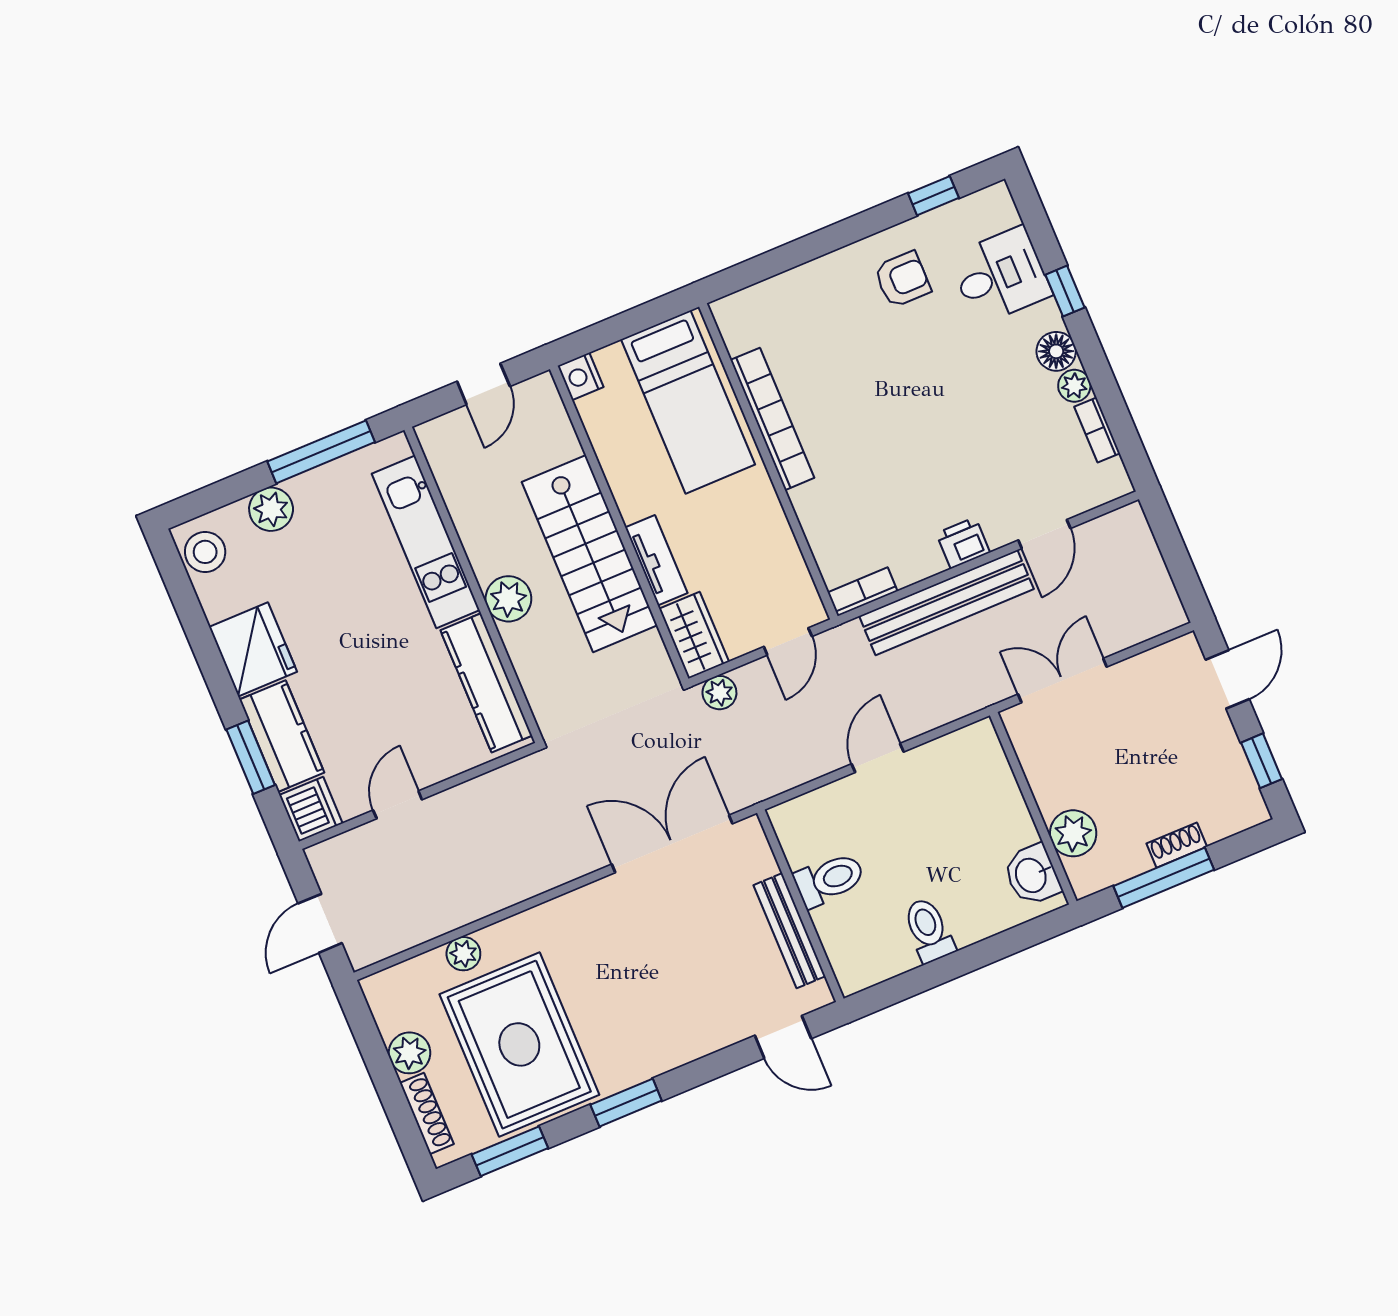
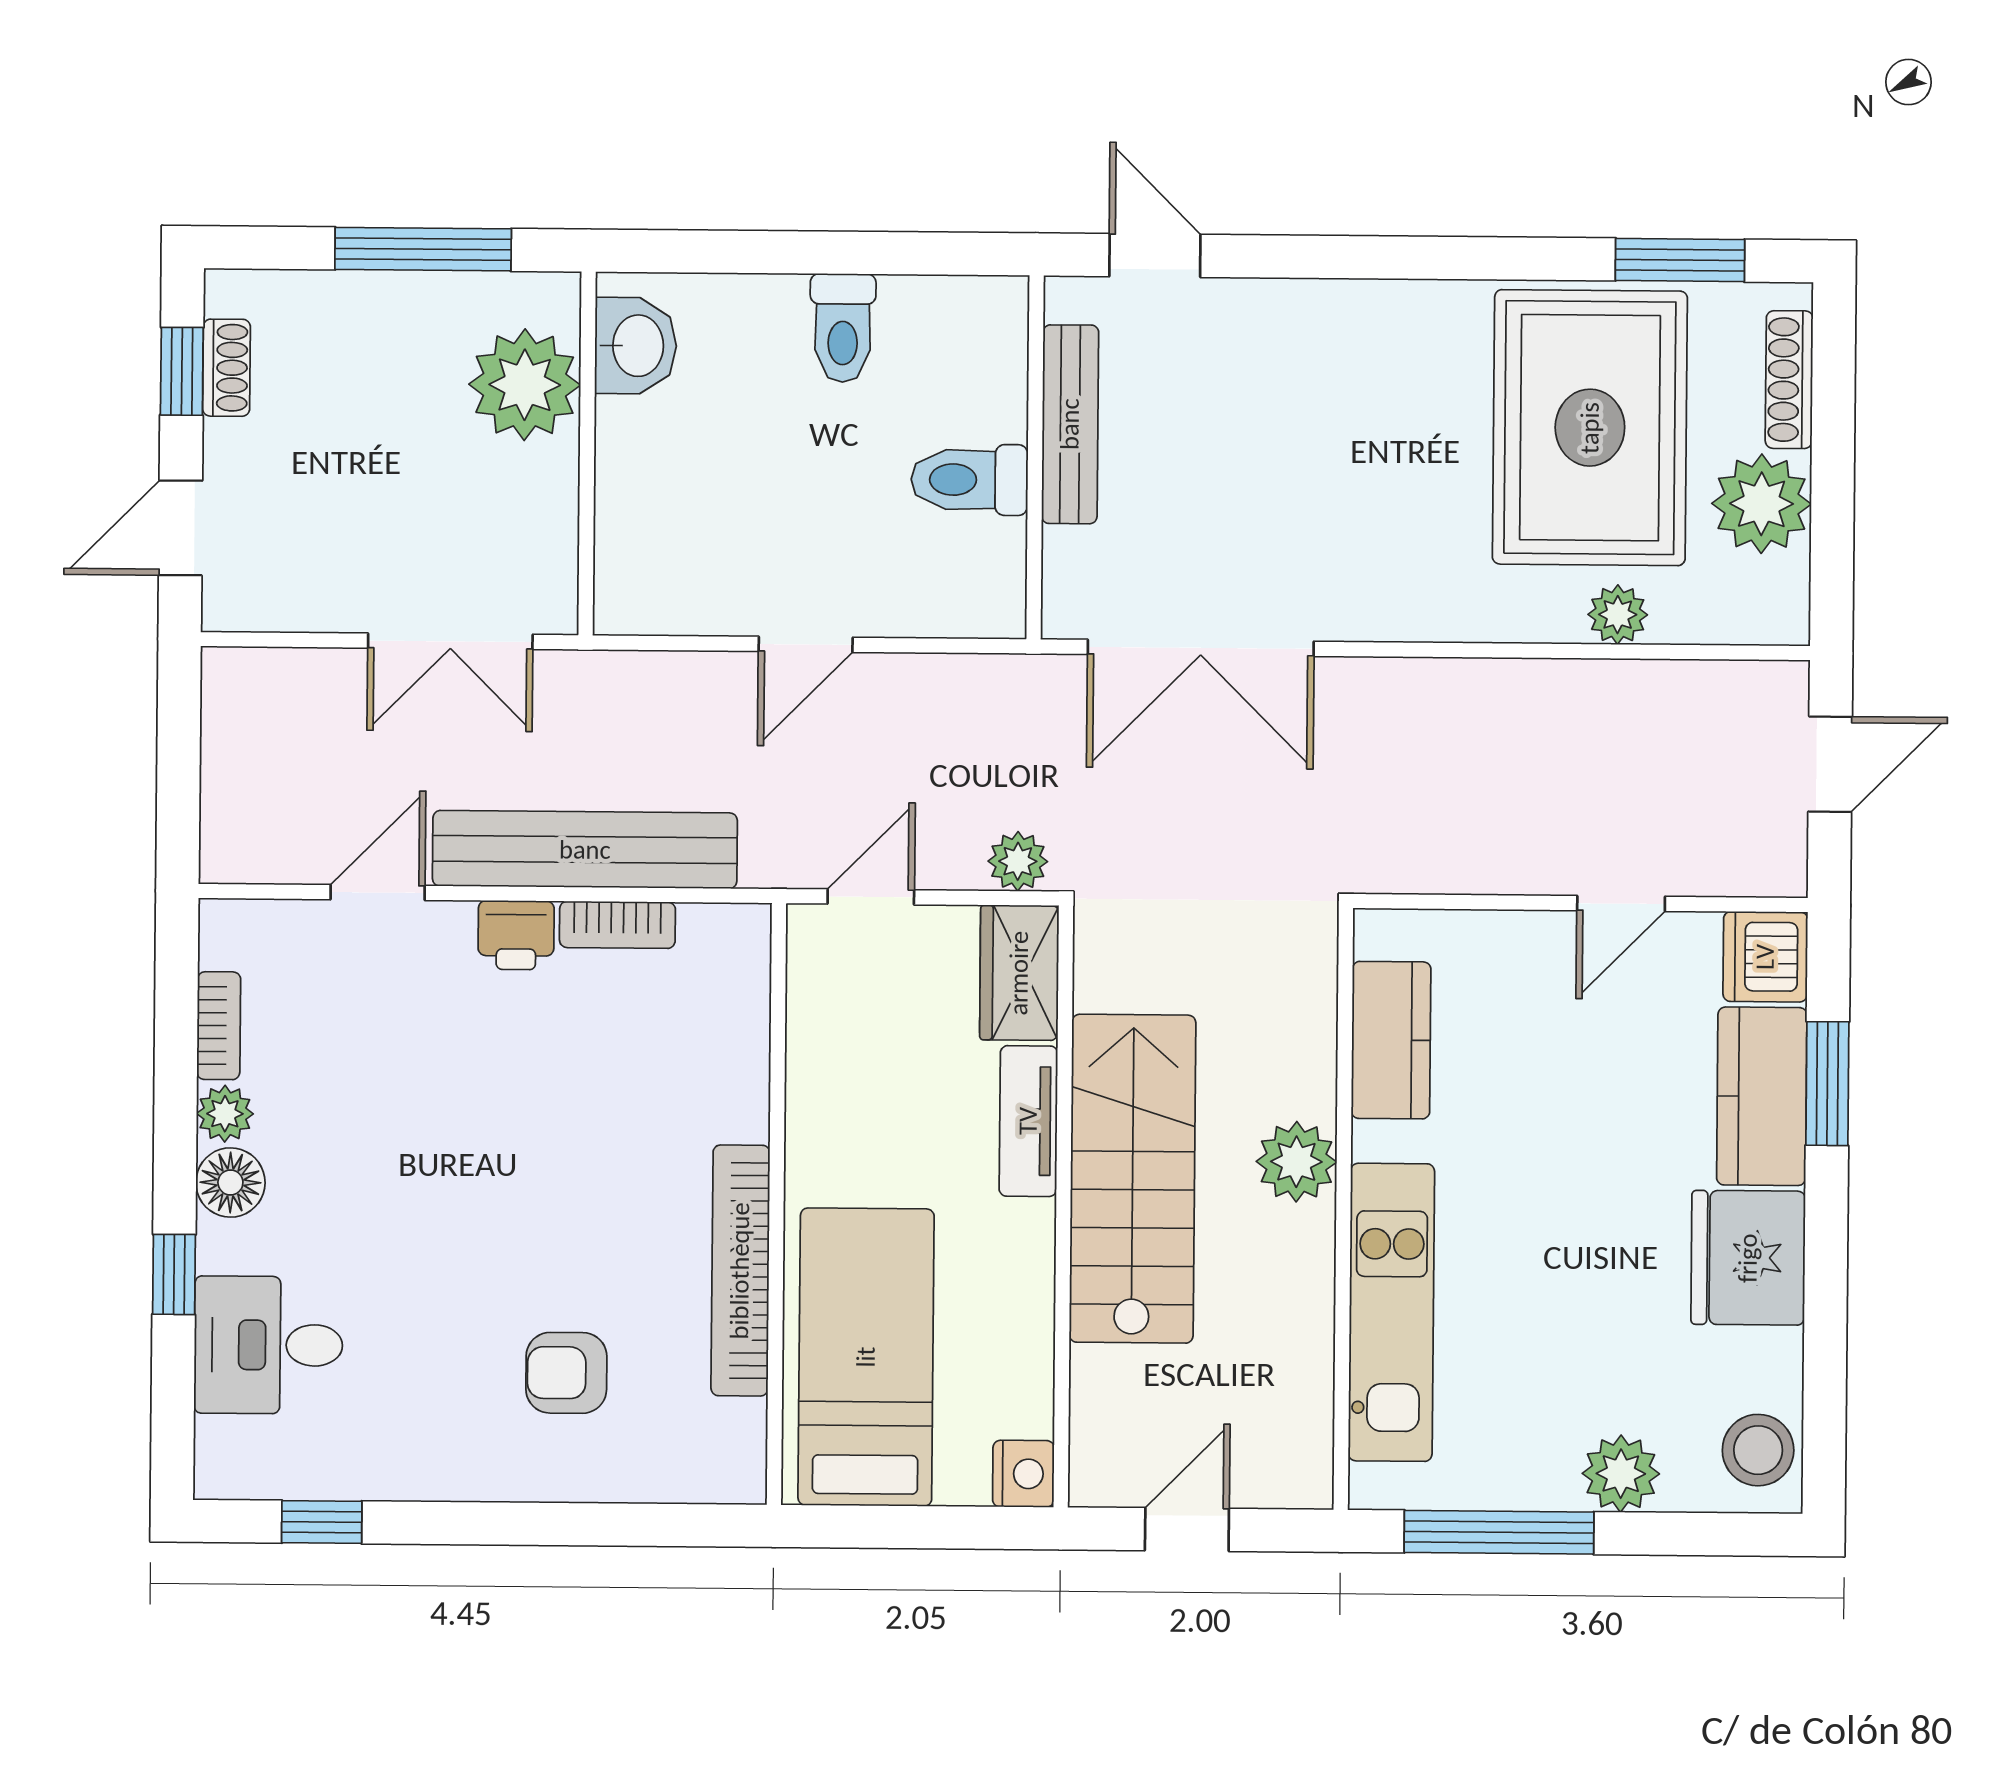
armchair: (902, 279) -> (566, 1373), moved
bookcase: (863, 592) -> (617, 925), moved
kitchen counter: (486, 683) -> (1391, 1040), width x0.67
plant: (1073, 833) -> (525, 385), width x1.36, depth x1.36
shoe rack: (1177, 845) -> (226, 368), moved, turned -90
plant: (409, 1053) -> (1762, 504), width x1.36, depth x1.36
window: (626, 1103) -> (1457, 258), removed

